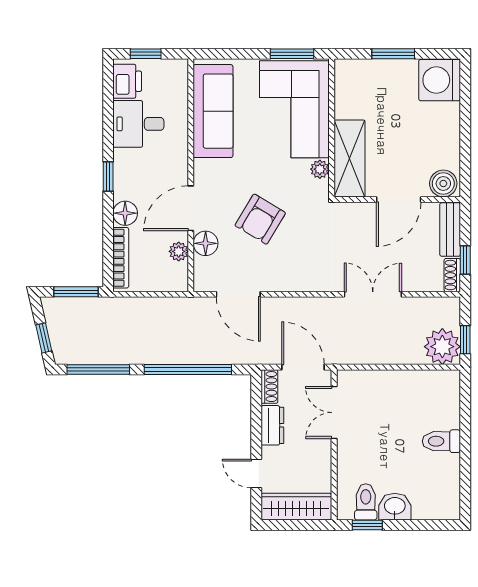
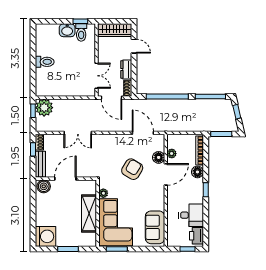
sofa: (213, 111) -> (155, 227), width x0.73
shelving: (350, 158) -> (89, 214), moved

